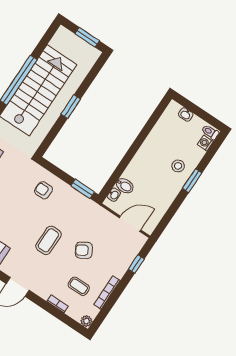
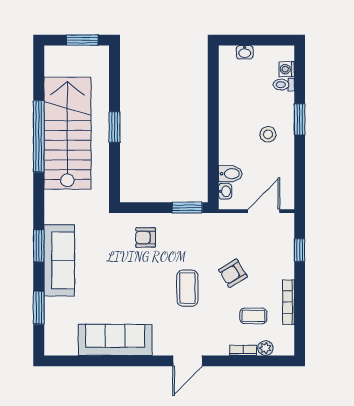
toilet: (210, 132) -> (284, 85), moved
stool: (178, 166) -> (268, 134), moved
plant: (86, 321) -> (265, 348), moved

